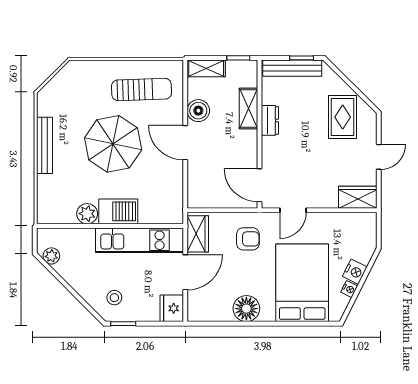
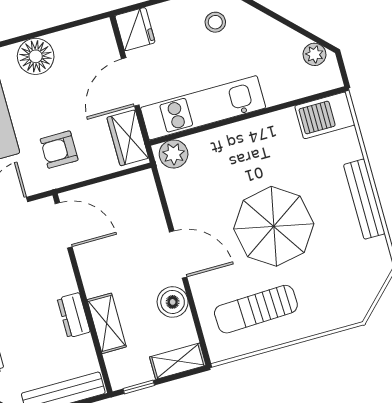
barbecue: (118, 211) -> (325, 115), moved
plant: (87, 214) -> (174, 154), moved

